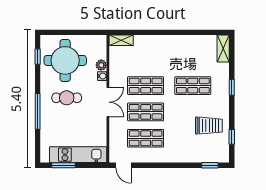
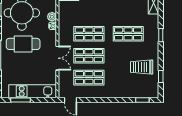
cafe table: (67, 98) -> (23, 44), width x1.37, depth x1.35
double door: (108, 102) -> (57, 58), moved
trolley: (209, 126) -> (142, 67), turned 180

